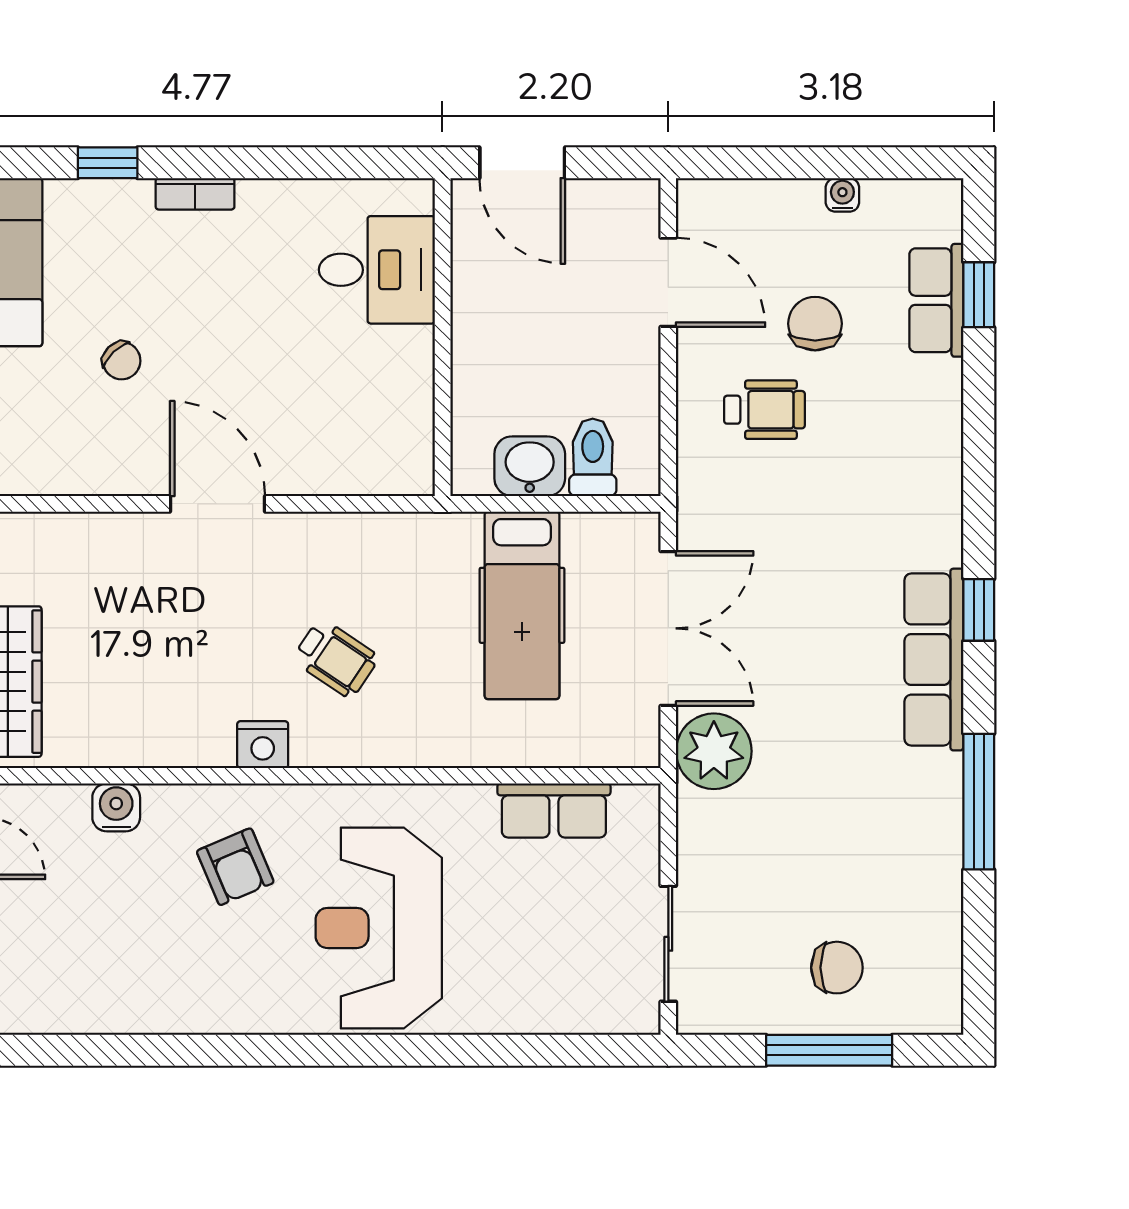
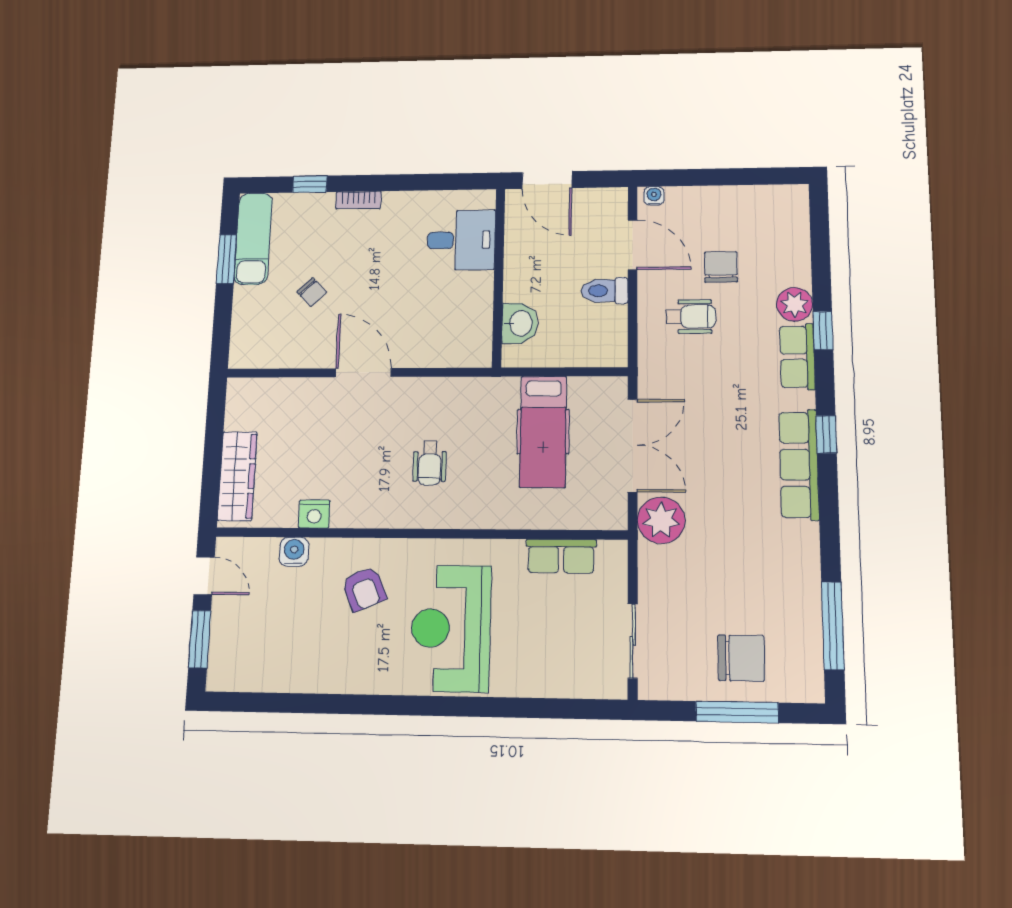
water cooler: (842, 195) -> (654, 196), moved
window: (979, 295) -> (823, 331), moved
row of seats: (936, 300) -> (797, 357), moved
plant: (934, 390) -> (795, 304), added
toilet: (593, 457) -> (605, 291), moved, turned -90
washbasin: (530, 466) -> (520, 323), moved, turned 90
wheelchair: (336, 658) -> (430, 463), turned 56
nightstand: (263, 745) -> (314, 514), moved
window: (979, 802) -> (833, 626), moved
chair: (837, 968) -> (741, 658), width x1.37, depth x1.37

